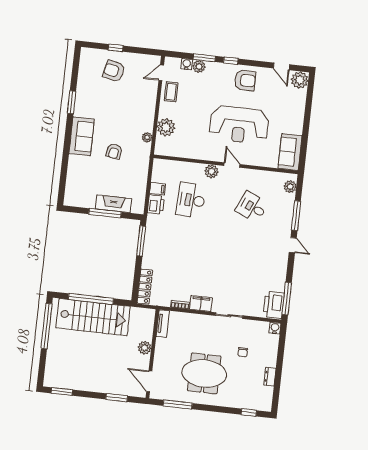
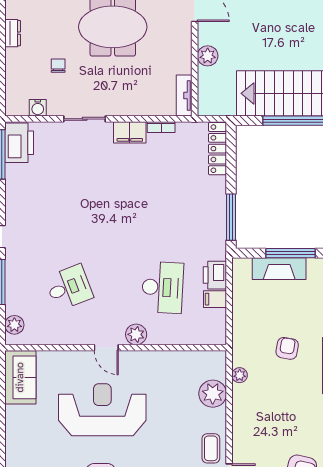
desk: (252, 207) -> (69, 287), turned -45
water cooler: (275, 328) -> (38, 108), moved

